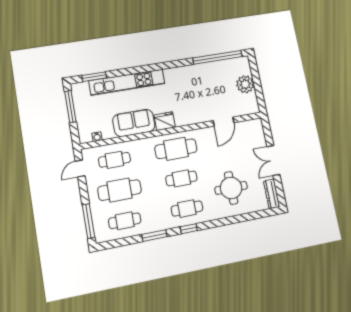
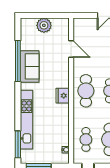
window: (217, 57) -> (18, 61), moved
window: (94, 77) -> (18, 144), width x1.44
sofa: (134, 123) -> (30, 66), moved, turned 180

